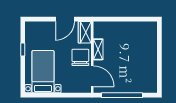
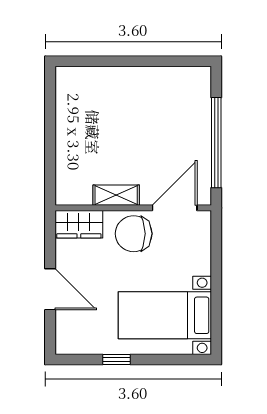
door: (65, 19) -> (50, 289), moved

